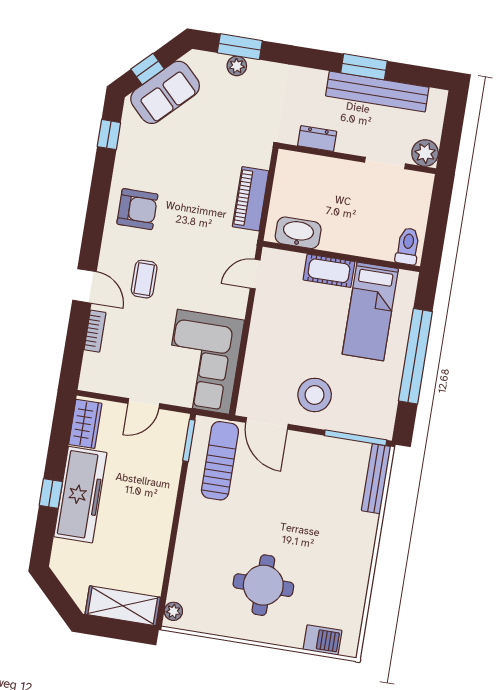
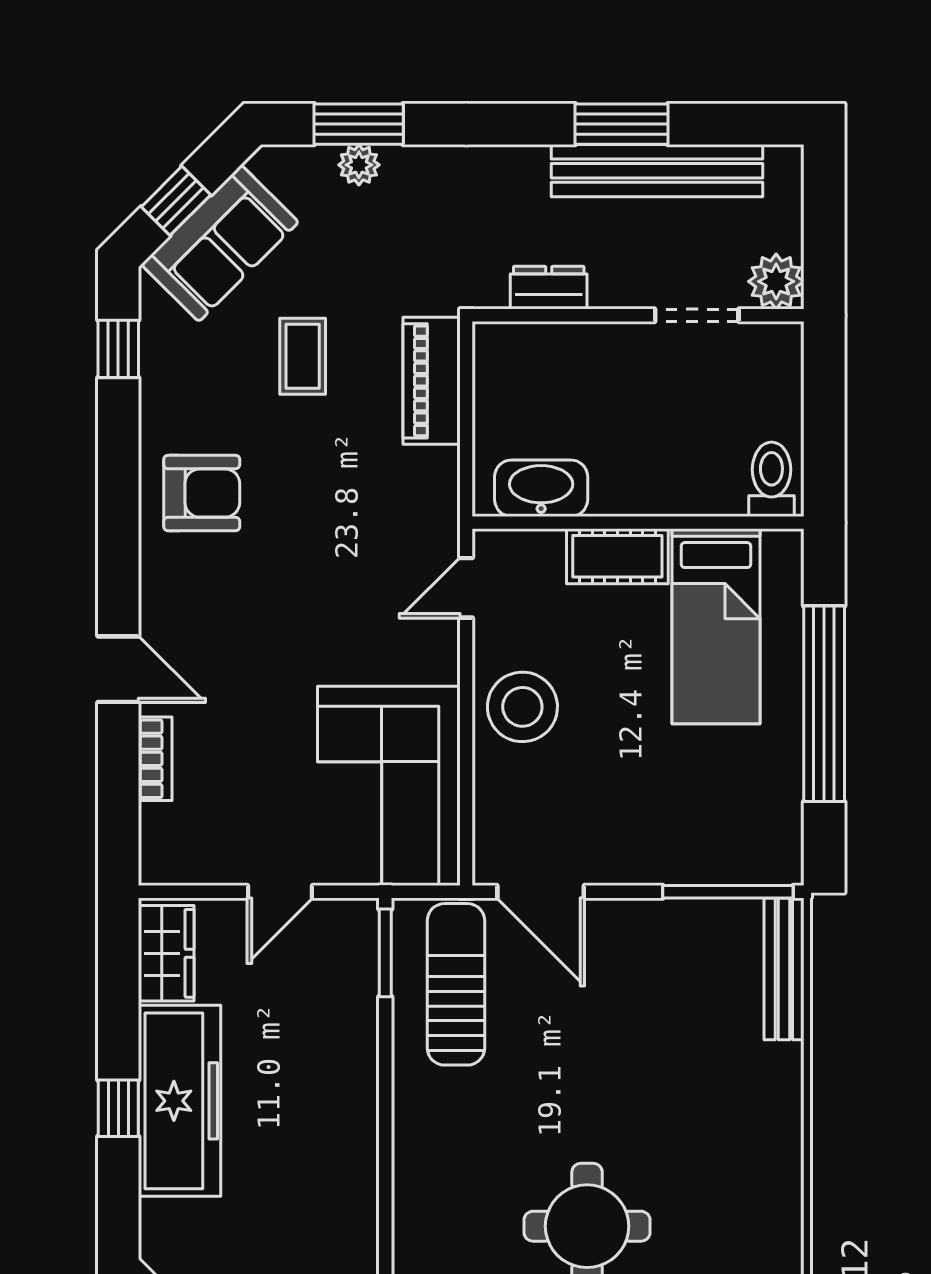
piano: (251, 199) -> (432, 381), moved
coffee table: (144, 279) -> (303, 356), moved
stool: (315, 395) -> (522, 707), moved

